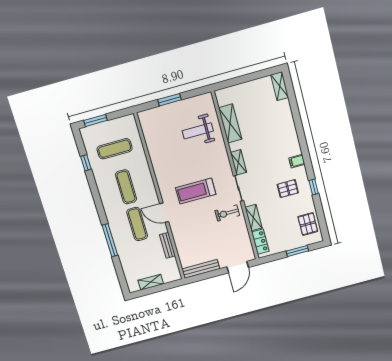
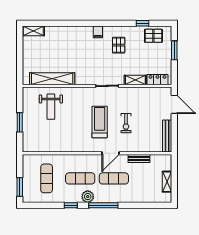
shelving: (230, 123) -> (52, 79), width x1.47
shelving: (238, 162) -> (86, 80), removed
window: (86, 163) -> (71, 205), moved
window: (314, 187) -> (143, 23), moved
treadmill: (196, 191) -> (100, 122), turned 180
plant: (108, 201) -> (88, 197), added
exercise bike: (227, 213) -> (126, 123), moved
window: (110, 240) -> (103, 205), moved

